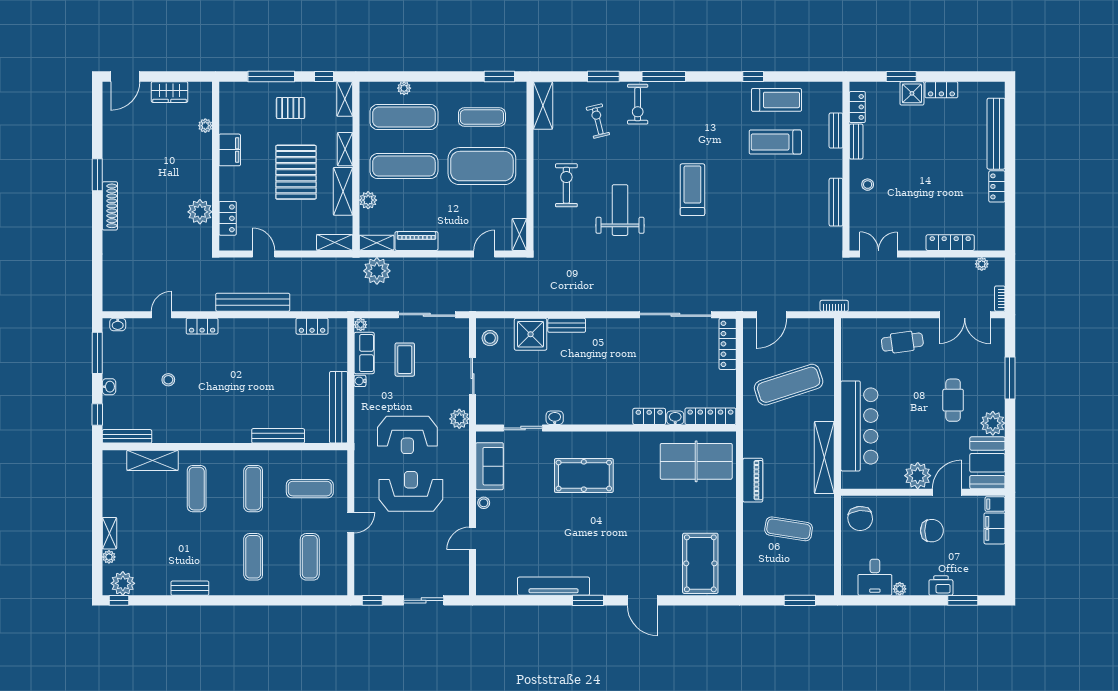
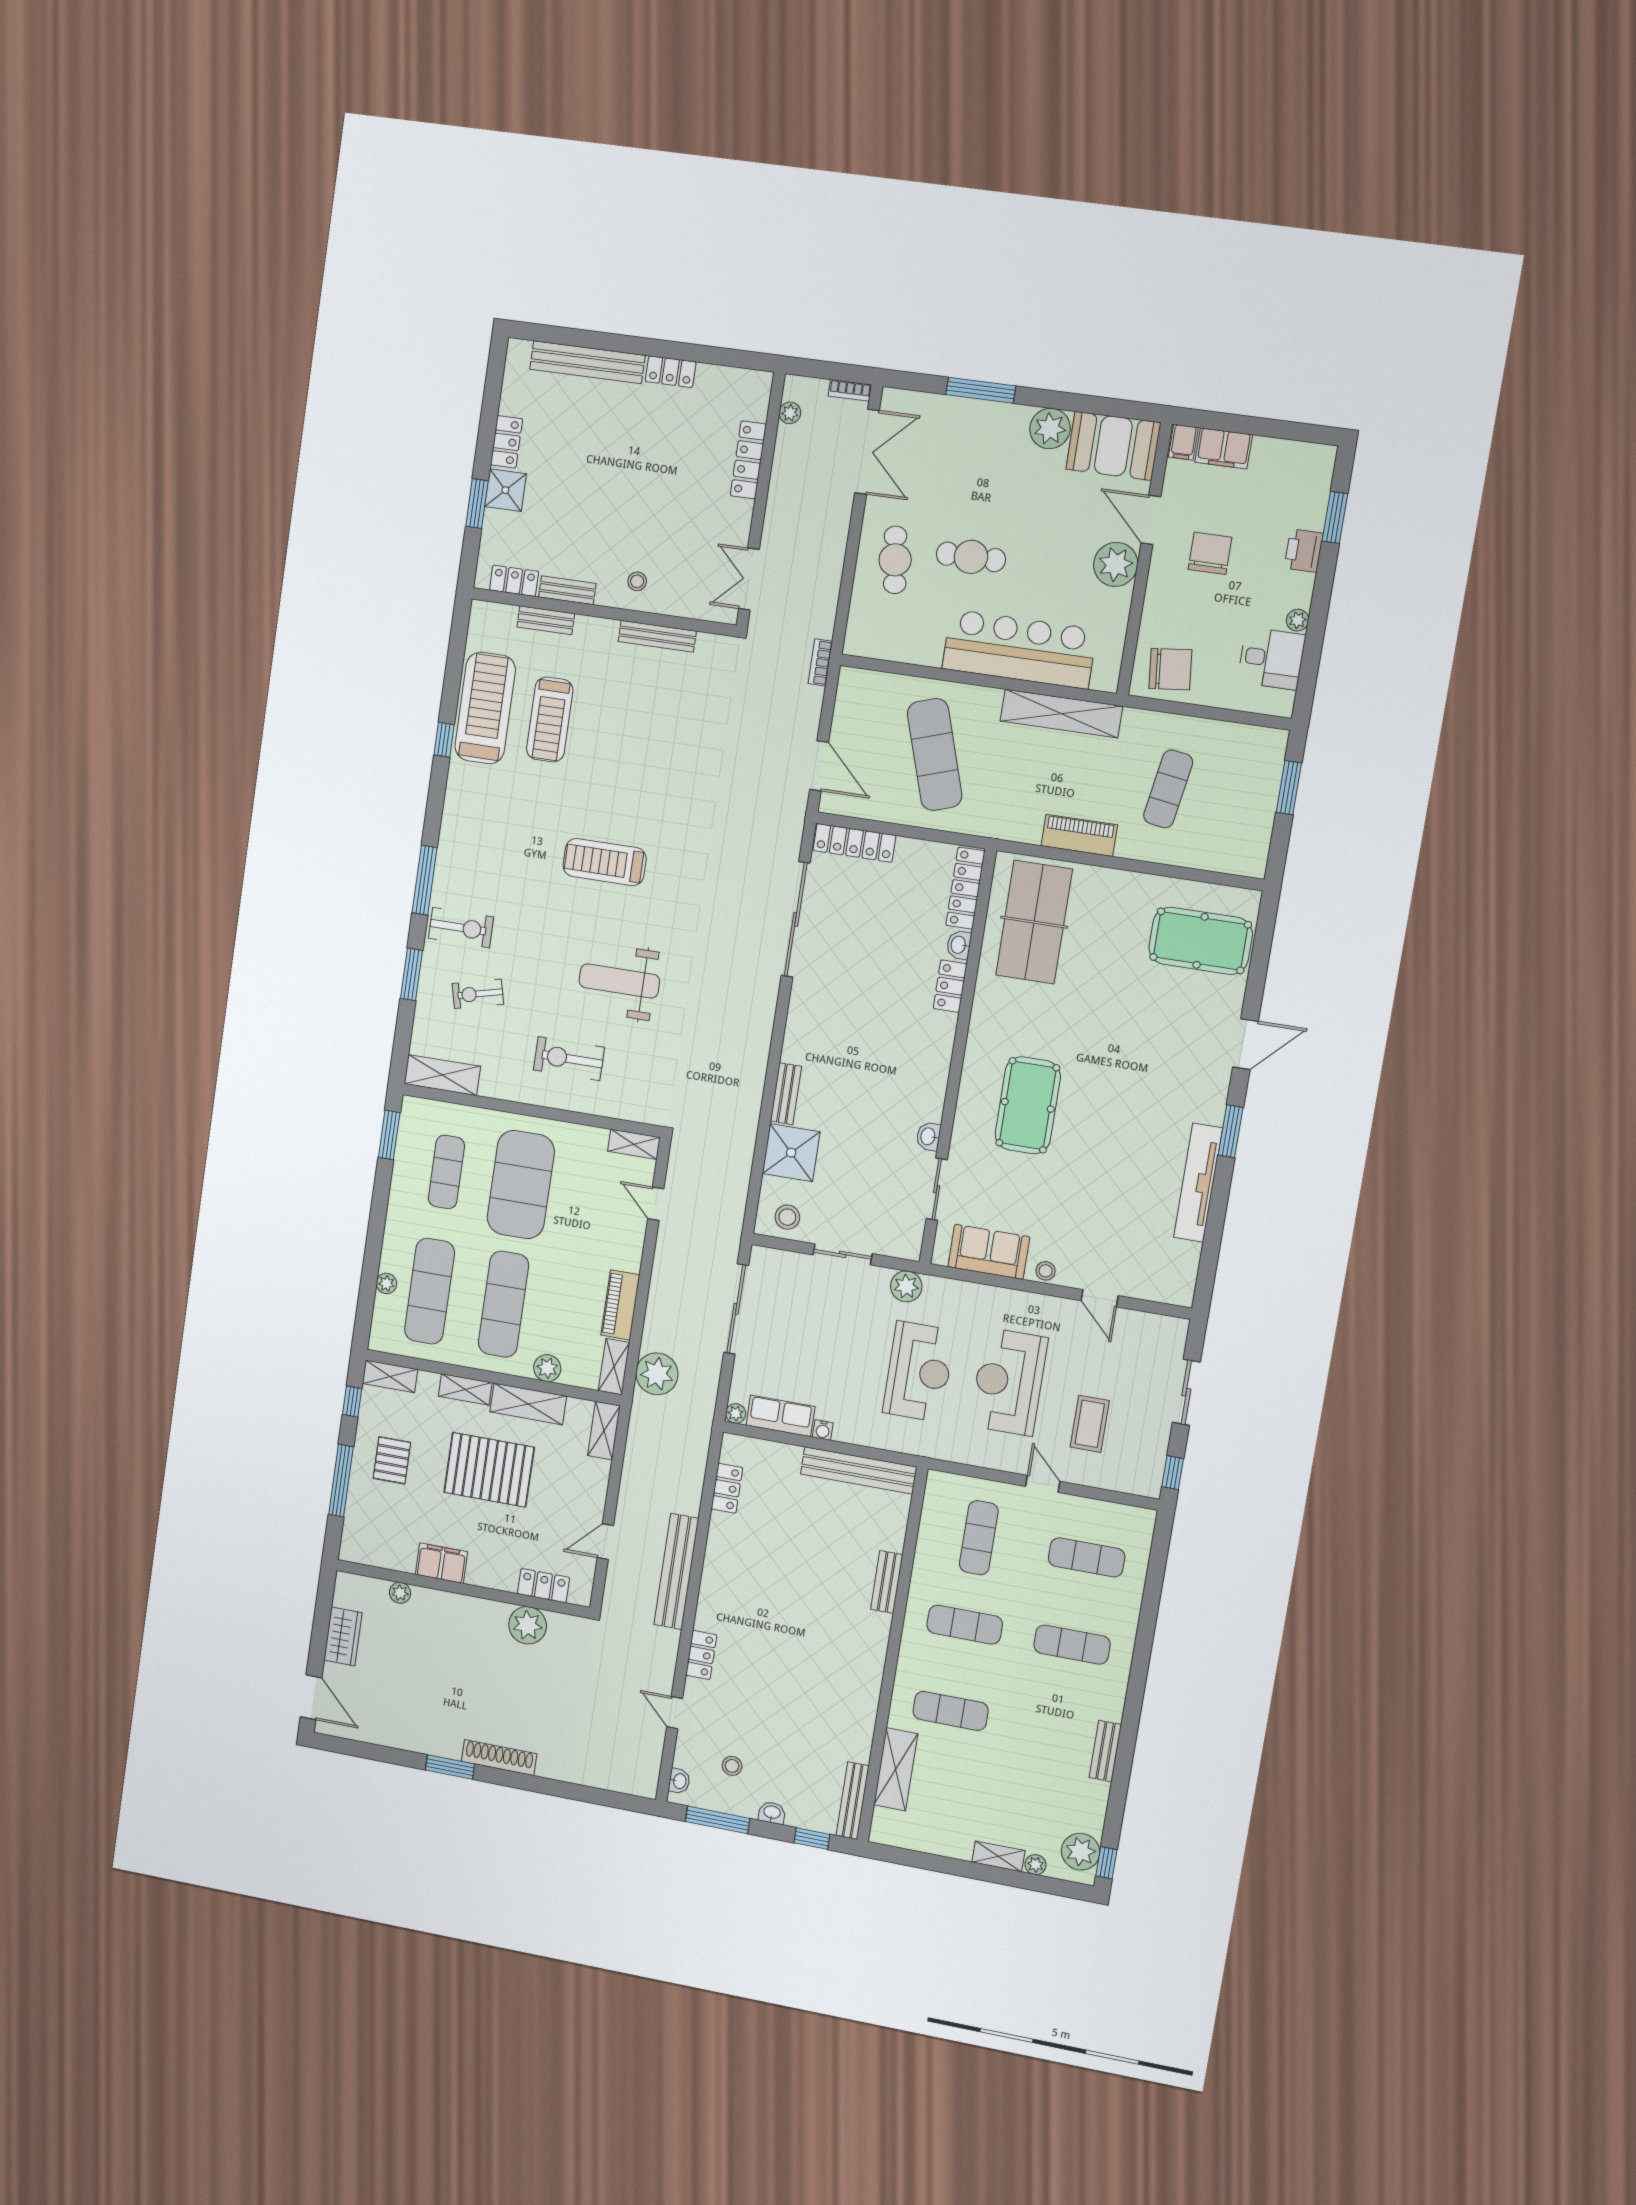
treadmill: (776, 100) -> (485, 708), width x1.37, depth x1.38
coffee table: (405, 360) -> (1090, 1424), moved, turned 90
stool: (168, 380) -> (732, 1766), moved
cafe table: (953, 400) -> (971, 557), moved
bench: (278, 436) -> (887, 1582), width x0.73

